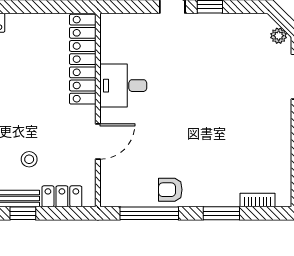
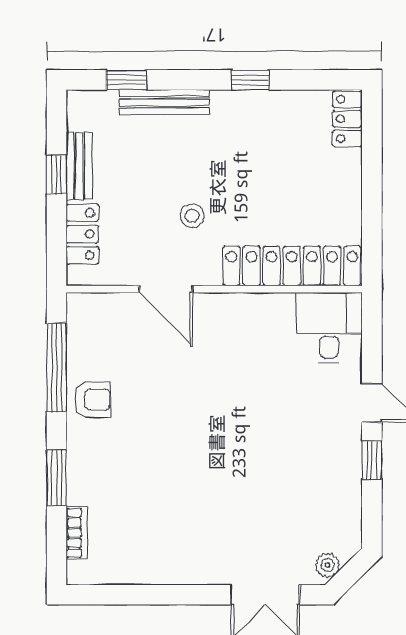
desk: (123, 86) -> (329, 328), moved
stool: (29, 159) -> (192, 216), moved
armchair: (170, 190) -> (92, 400), turned 90

